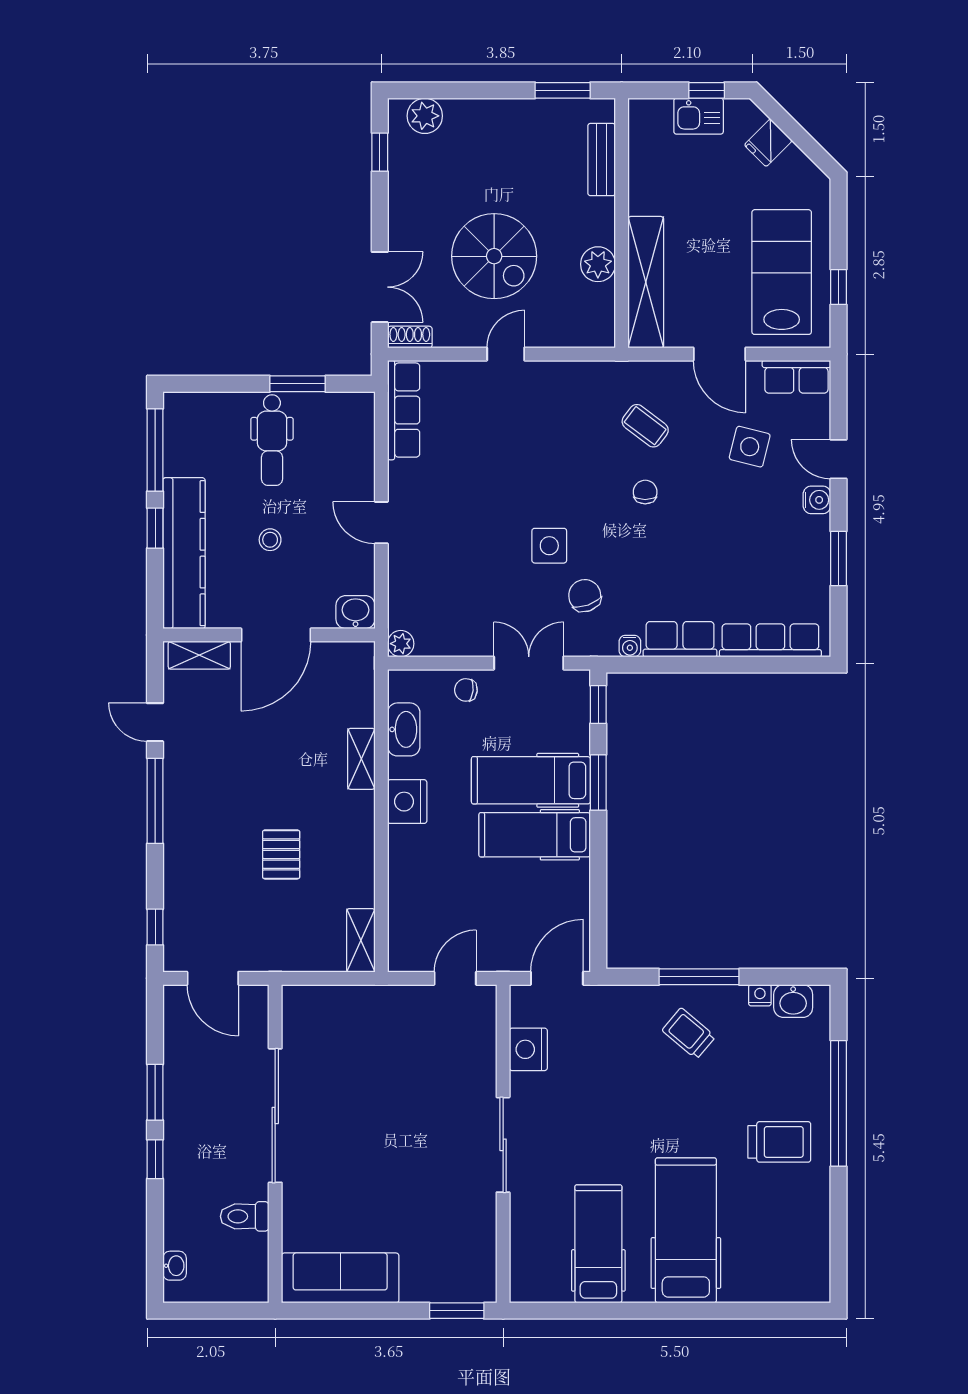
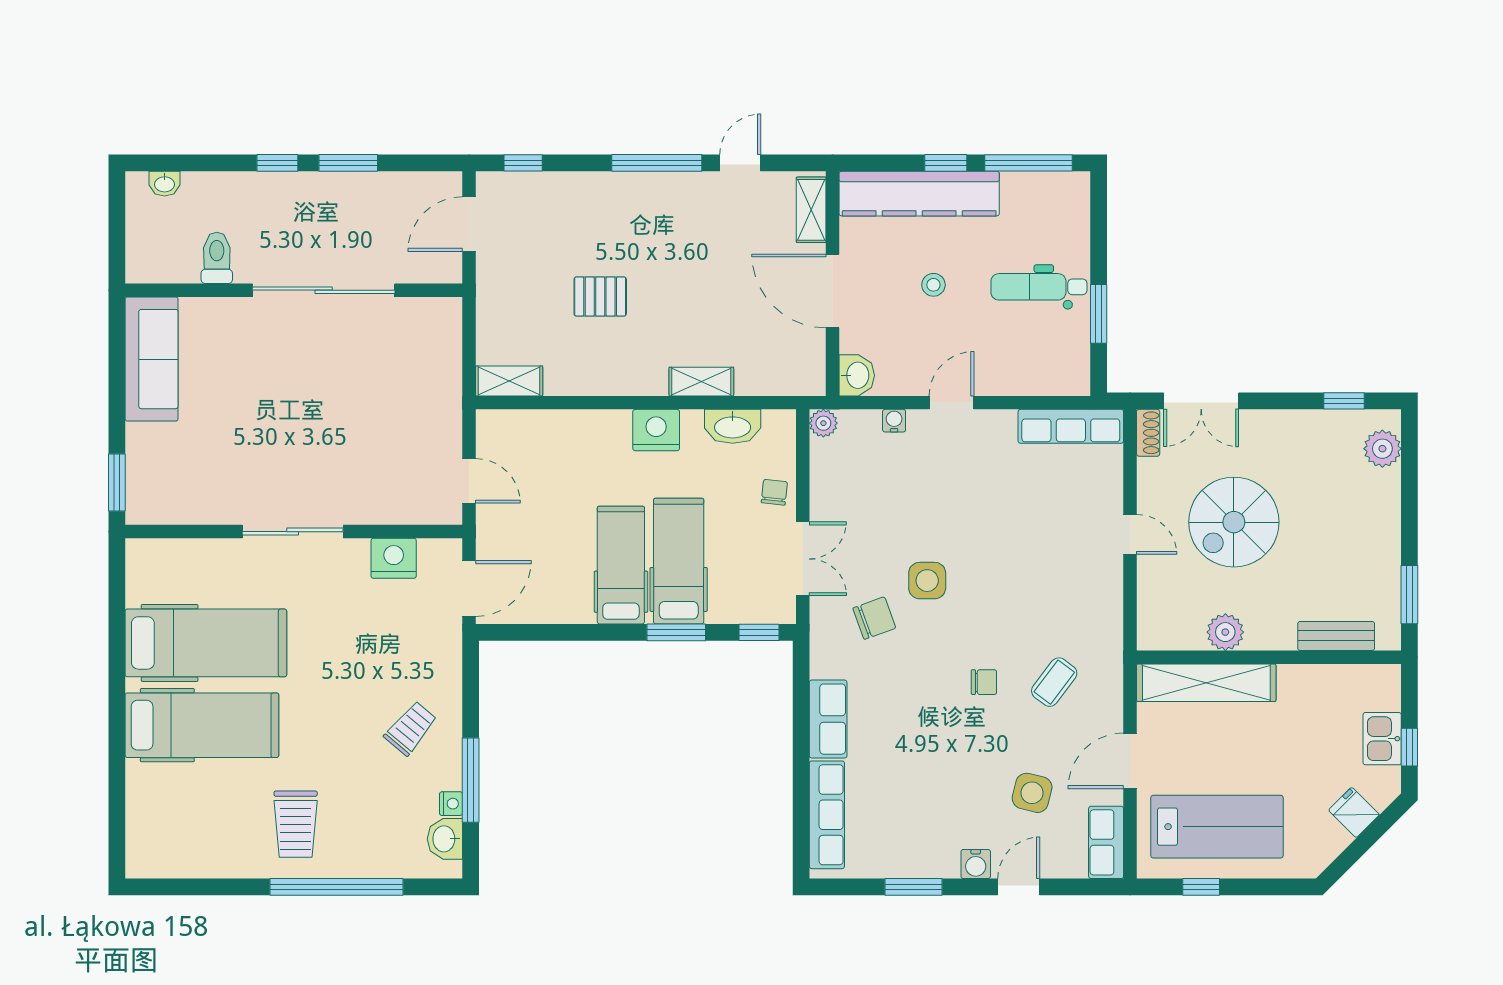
water cooler: (630, 646) -> (894, 421), moved, turned 90
window: (699, 977) -> (471, 780), moved
door: (557, 978) -> (469, 589), hinge flipped
hospital bed: (598, 1244) -> (206, 643), width x1.37, depth x1.29

